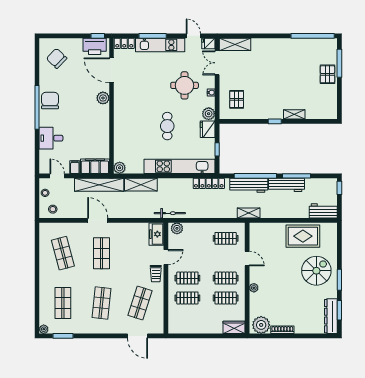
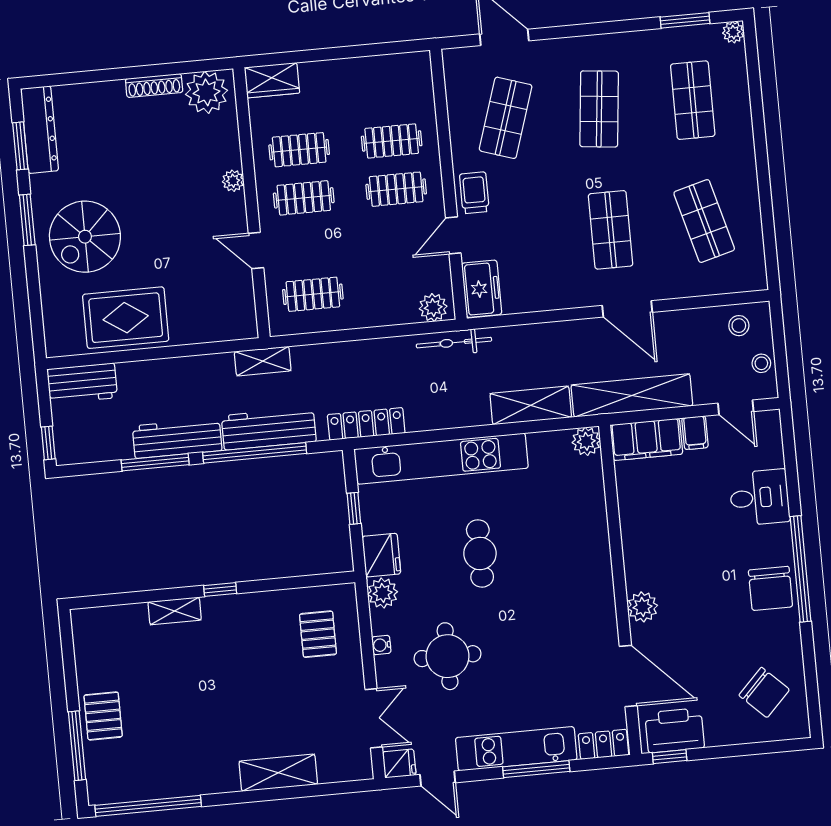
shelving: (235, 44) -> (278, 773), moved

